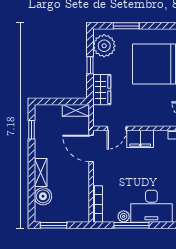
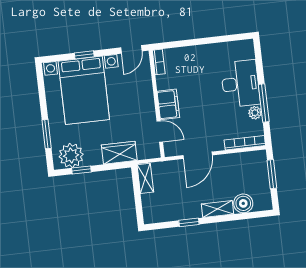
window: (90, 65) -> (81, 170), moved
window: (31, 130) -> (189, 222), moved
door: (91, 148) -> (198, 155), moved
window: (54, 225) -> (272, 174), moved

